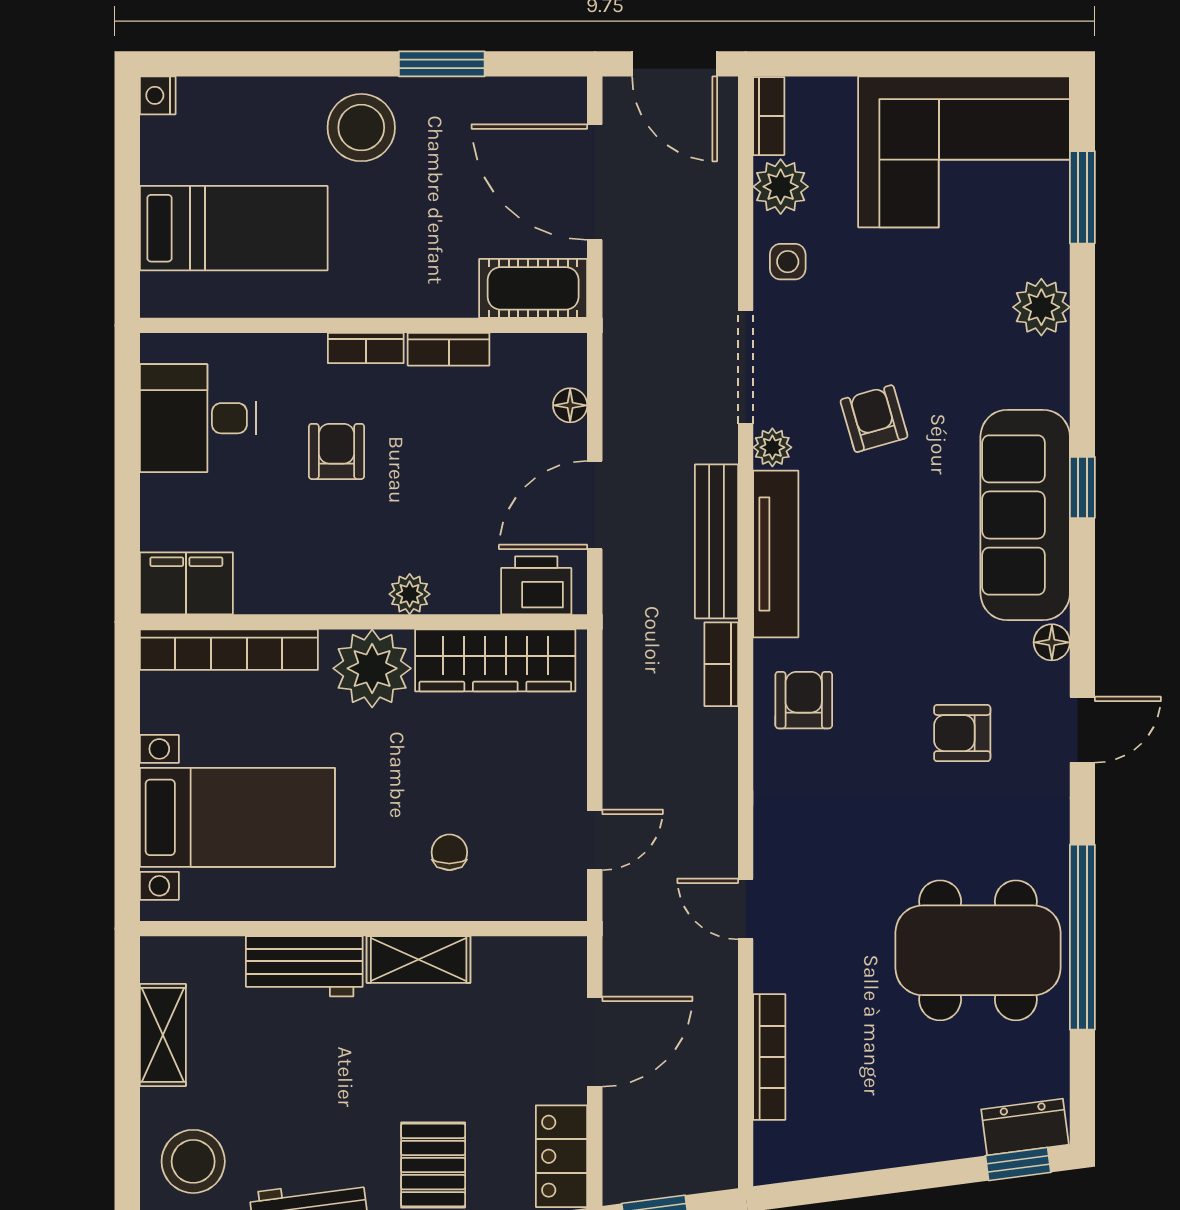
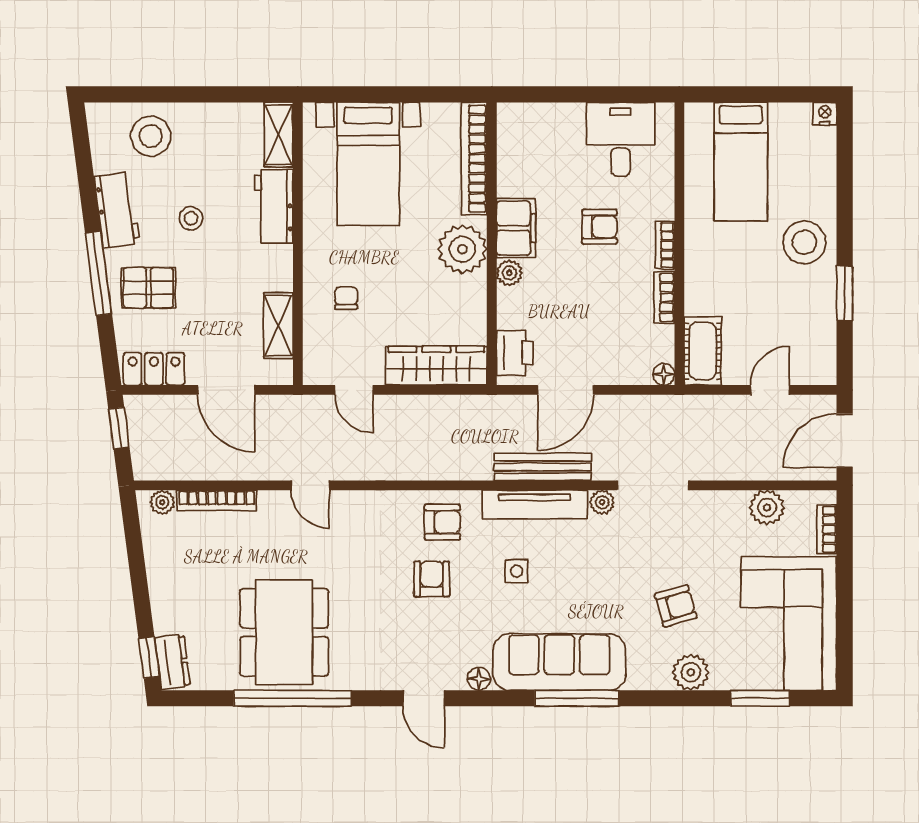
bookcase: (769, 116) -> (827, 529), moved, turned 90
door: (595, 182) -> (770, 390), width x0.53
side table: (788, 262) -> (516, 571), moved
floor lamp: (570, 405) -> (664, 374), moved
armchair: (874, 419) -> (676, 606), moved
window: (1082, 487) -> (577, 698), width x2.17
door: (595, 505) -> (566, 390), swing flipped
filing cabinet: (186, 583) -> (516, 228), moved
wardrobe: (495, 660) -> (436, 366), moved, turned 90
bookcase: (721, 664) -> (465, 470), removed
armchair: (962, 733) -> (432, 579), moved
chair: (449, 852) -> (346, 298), turned -90
door: (746, 909) -> (310, 485), swing flipped
shelving: (419, 959) -> (278, 326), moved
shelving: (163, 1035) -> (279, 135), moved, turned 90
stool: (323, 1098) -> (191, 218), added
plant: (772, 1143) -> (162, 502), added

